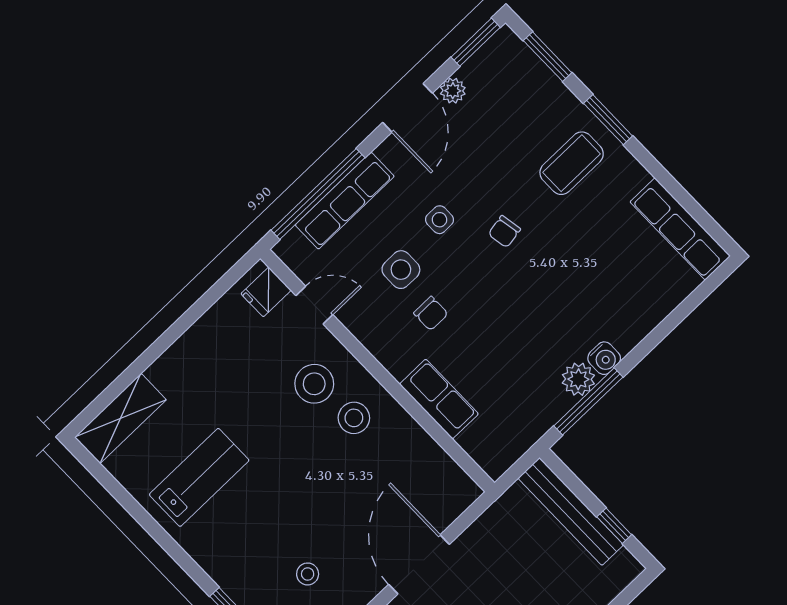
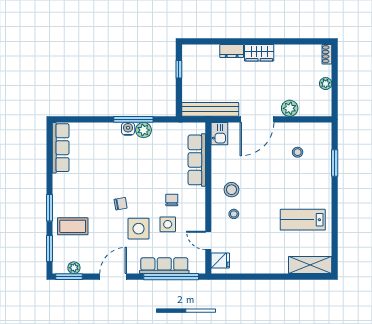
plant: (453, 91) -> (74, 268), moved
coffee table: (572, 163) -> (73, 226), moved
side table: (439, 220) -> (139, 229), width x1.87, depth x1.87
stool: (314, 384) -> (234, 214), width x0.53, depth x0.53
row of seats: (439, 399) -> (197, 160), width x1.48
window: (588, 401) -> (133, 119), moved
kitchen sink: (456, 487) -> (219, 134), added
bench: (571, 511) -> (210, 109), moved, turned 90

